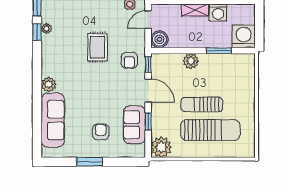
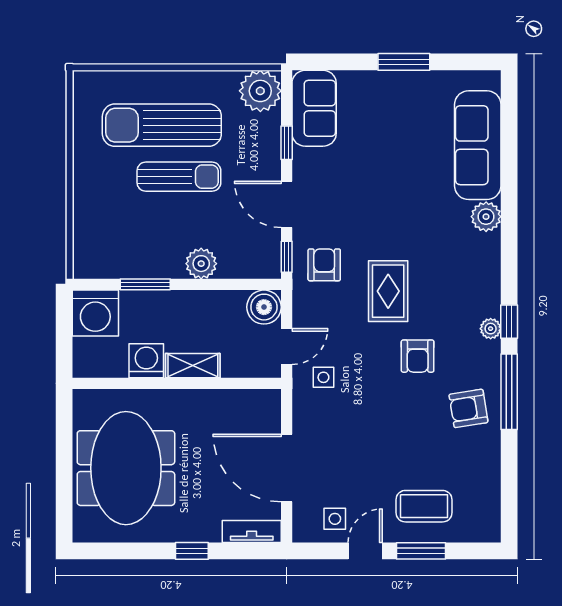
sofa: (134, 125) -> (314, 108), moved
armchair: (101, 132) -> (418, 356), moved

